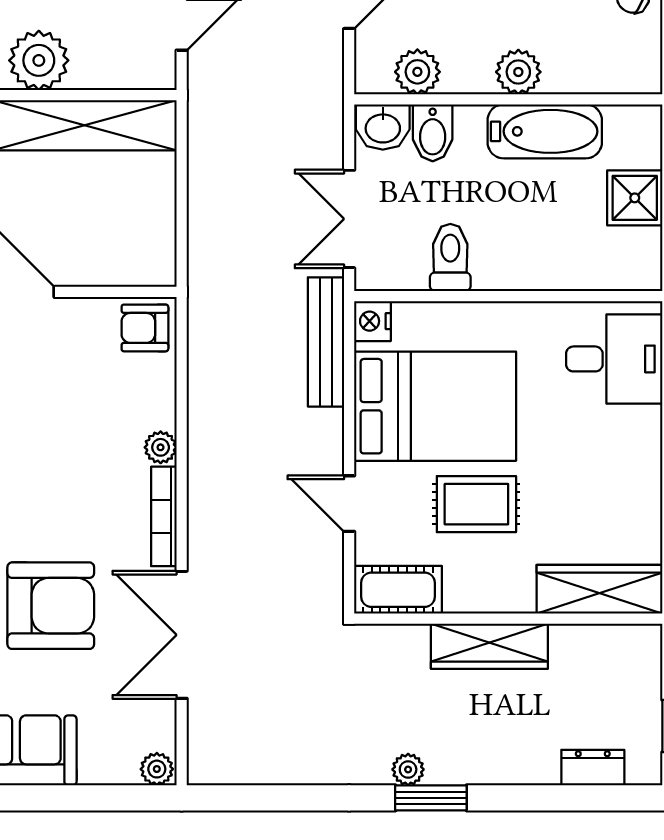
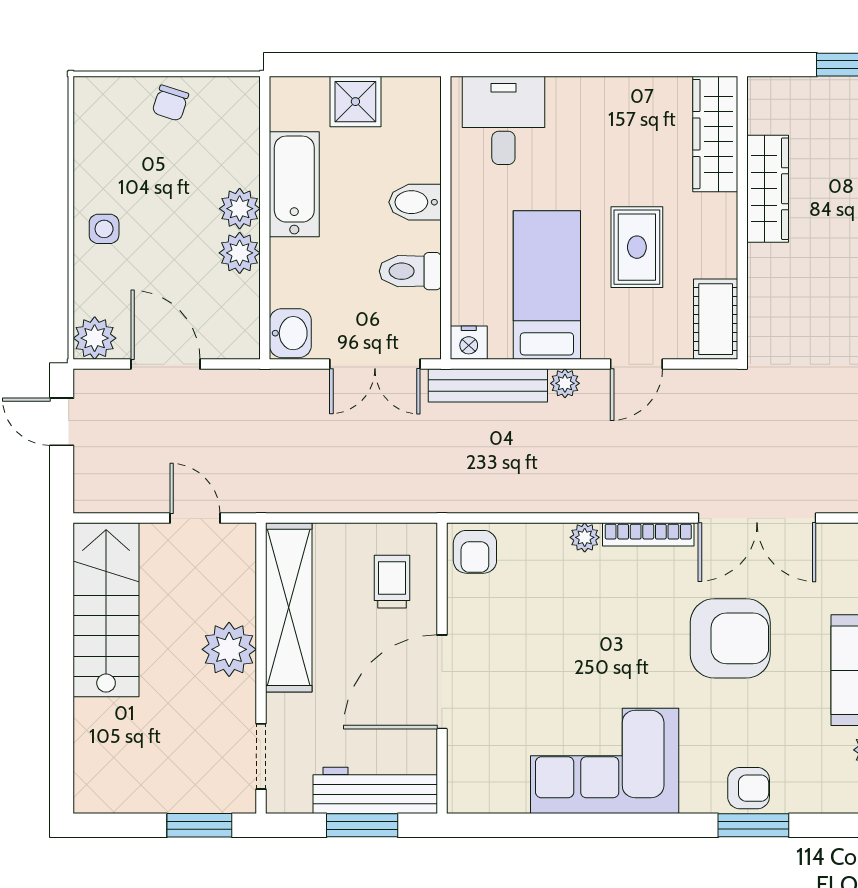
plant: (417, 72) -> (240, 253), moved
bidet: (433, 133) -> (415, 202), moved, turned 180
trolley: (112, 238) -> (392, 582), added
bed: (435, 406) -> (547, 285), width x0.67
plant: (328, 426) -> (565, 383), added
armchair: (51, 606) -> (730, 638), turned 90
wardrobe: (489, 646) -> (768, 189), moved

